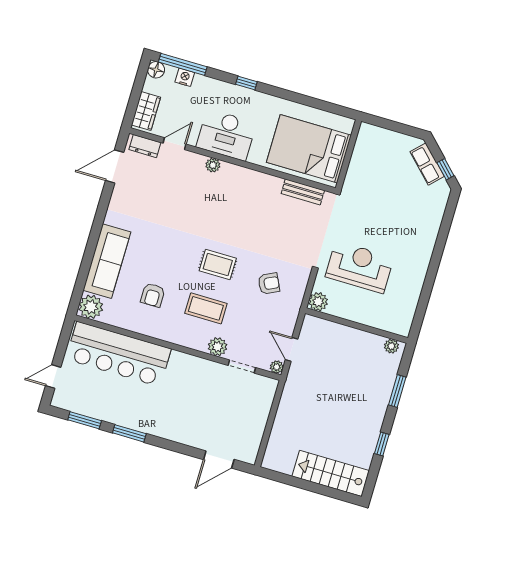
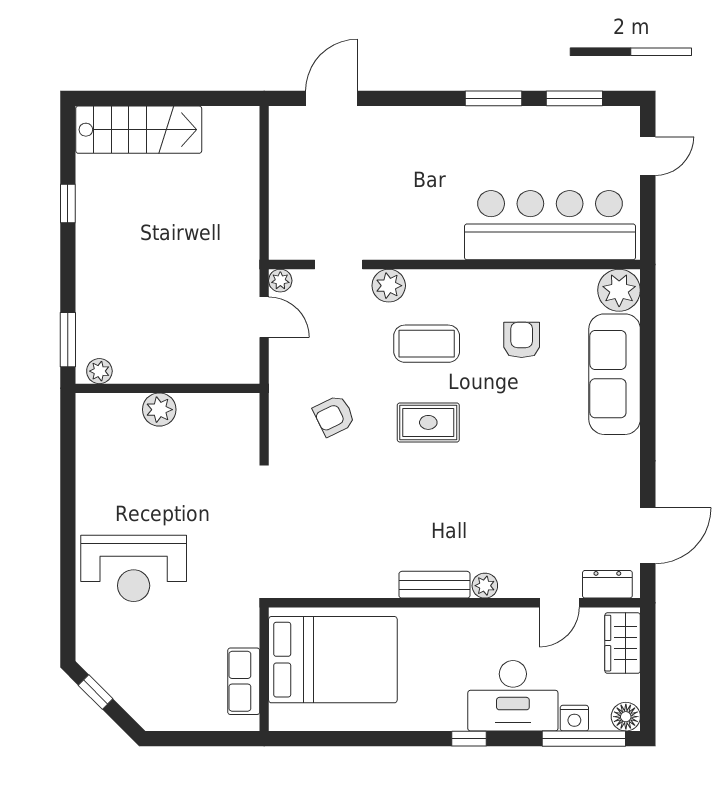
desk: (226, 135) -> (513, 696), moved, turned 180
row of seats: (427, 164) -> (244, 681), moved, turned -135
bench: (303, 192) -> (434, 585), moved
reception desk: (360, 267) -> (134, 568), moved
plant: (318, 302) -> (159, 410), moved
window: (397, 391) -> (68, 340), moved

